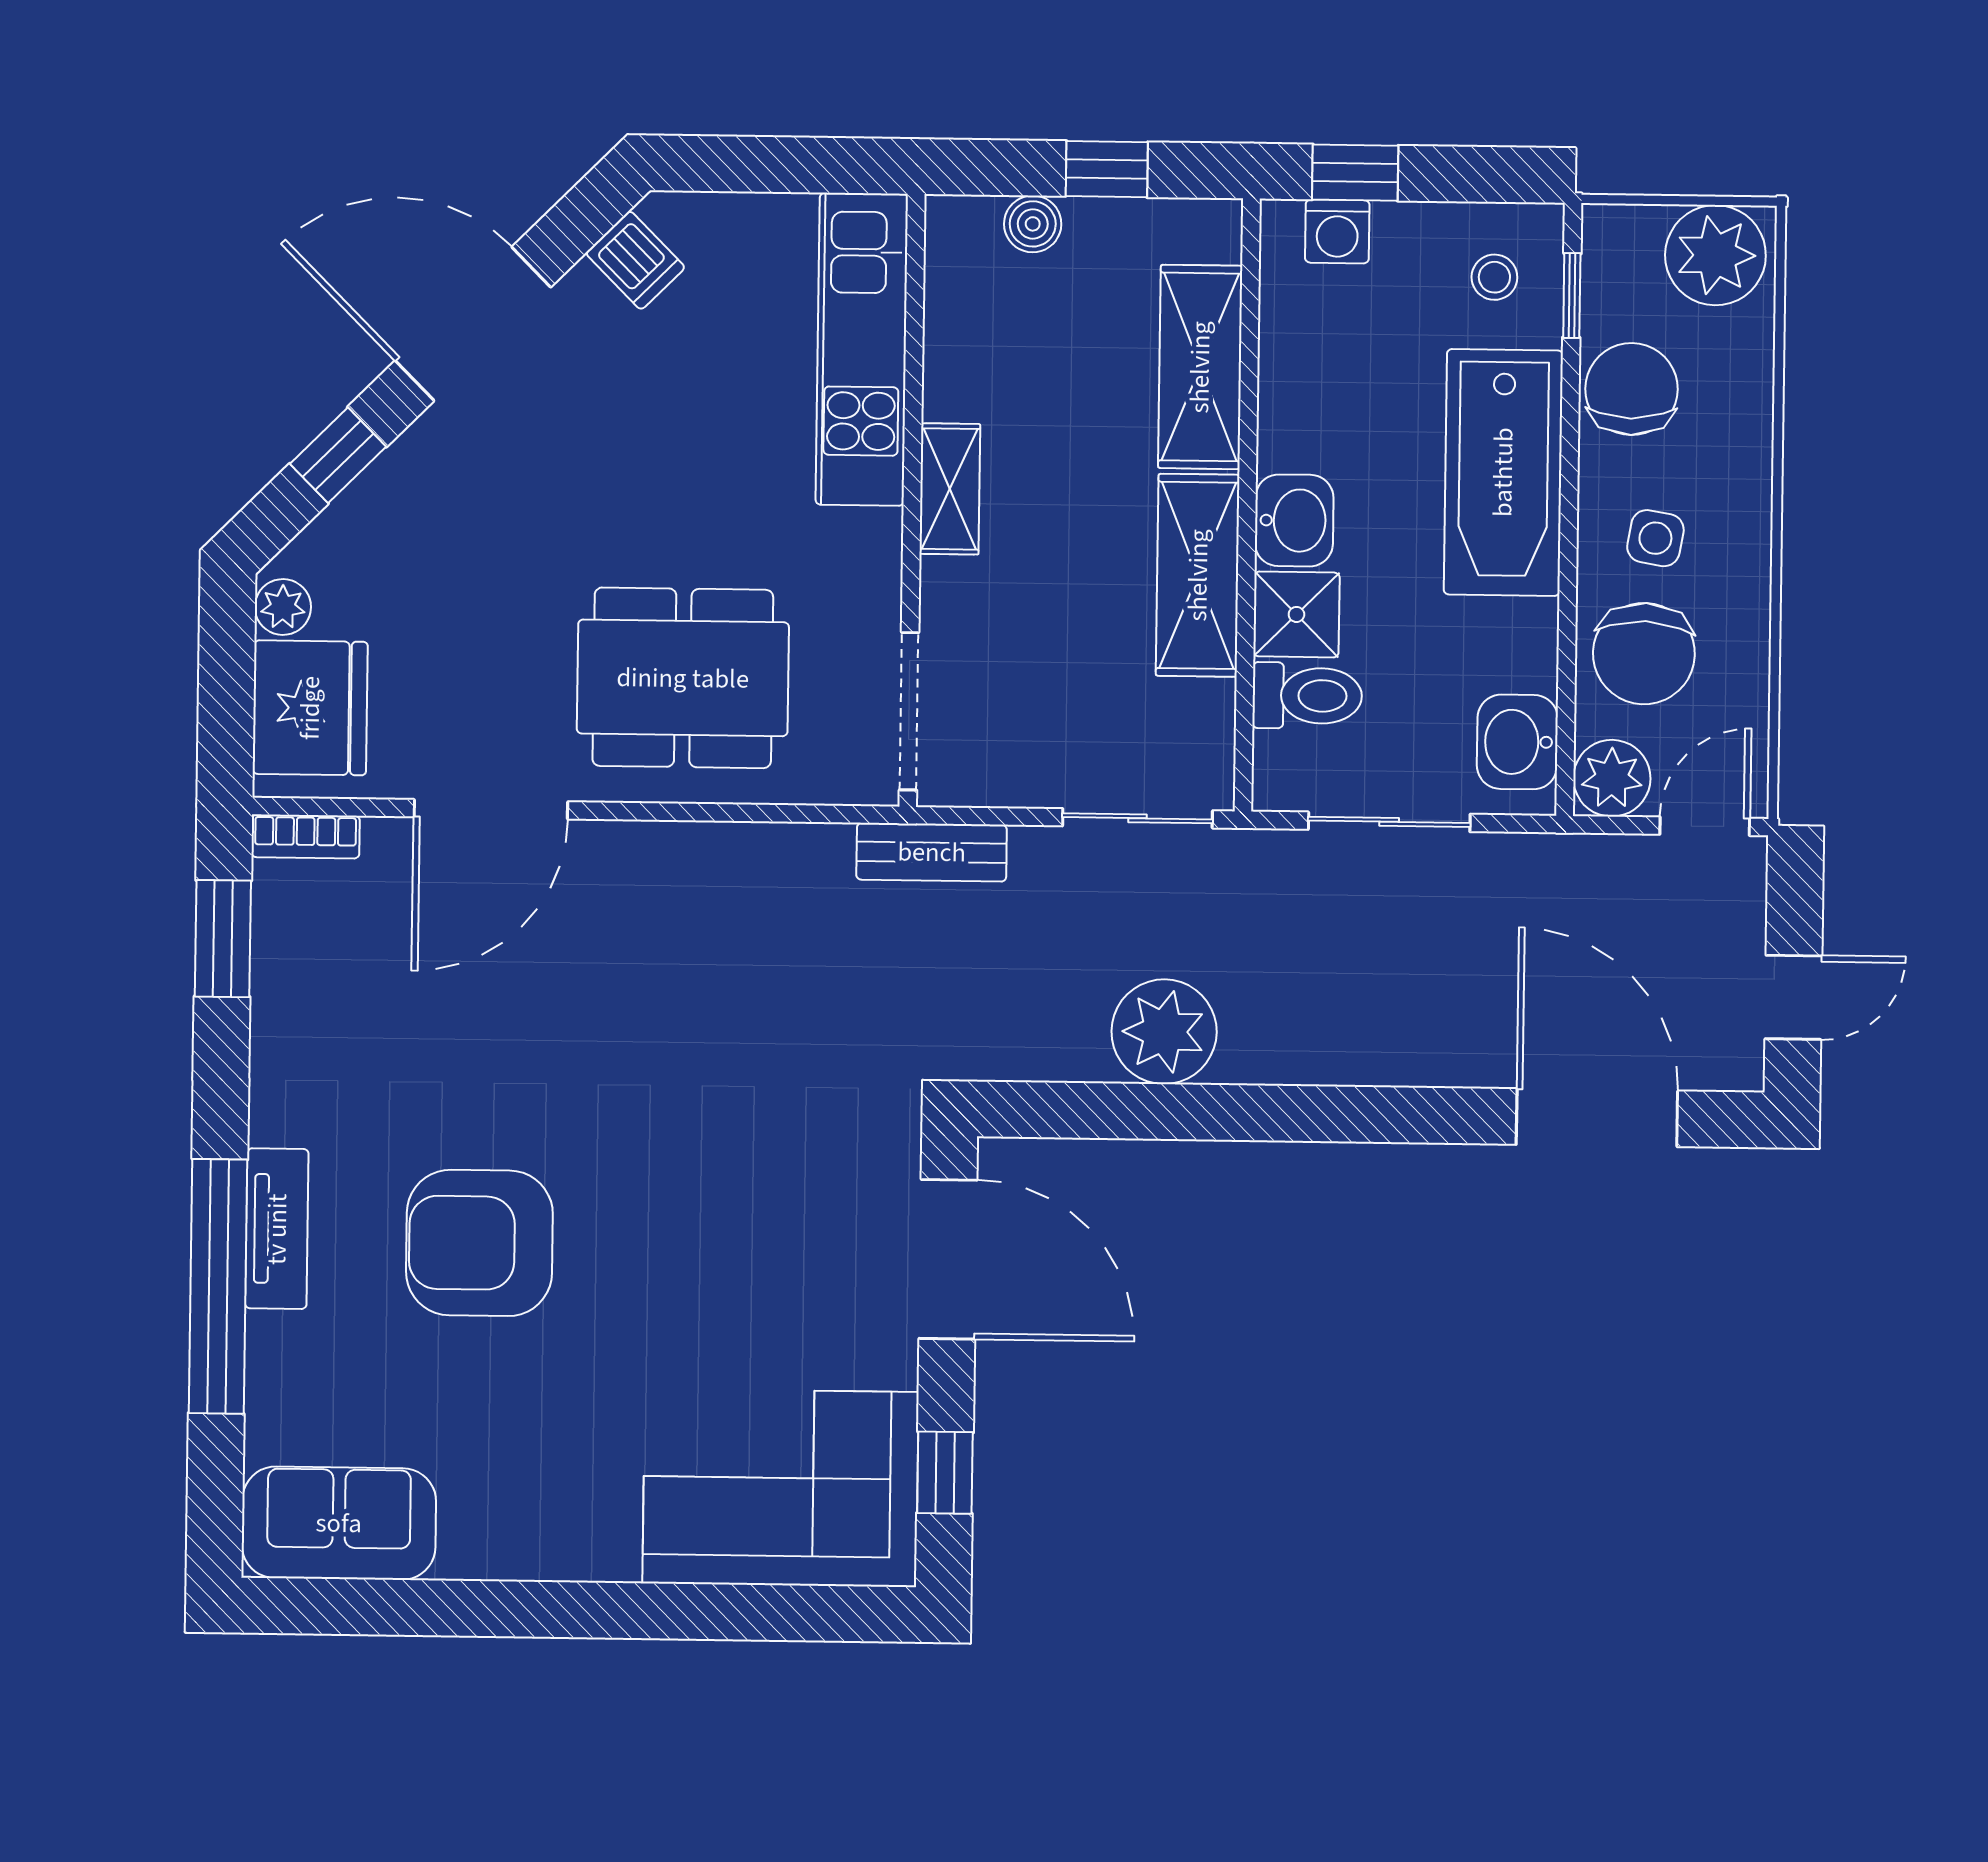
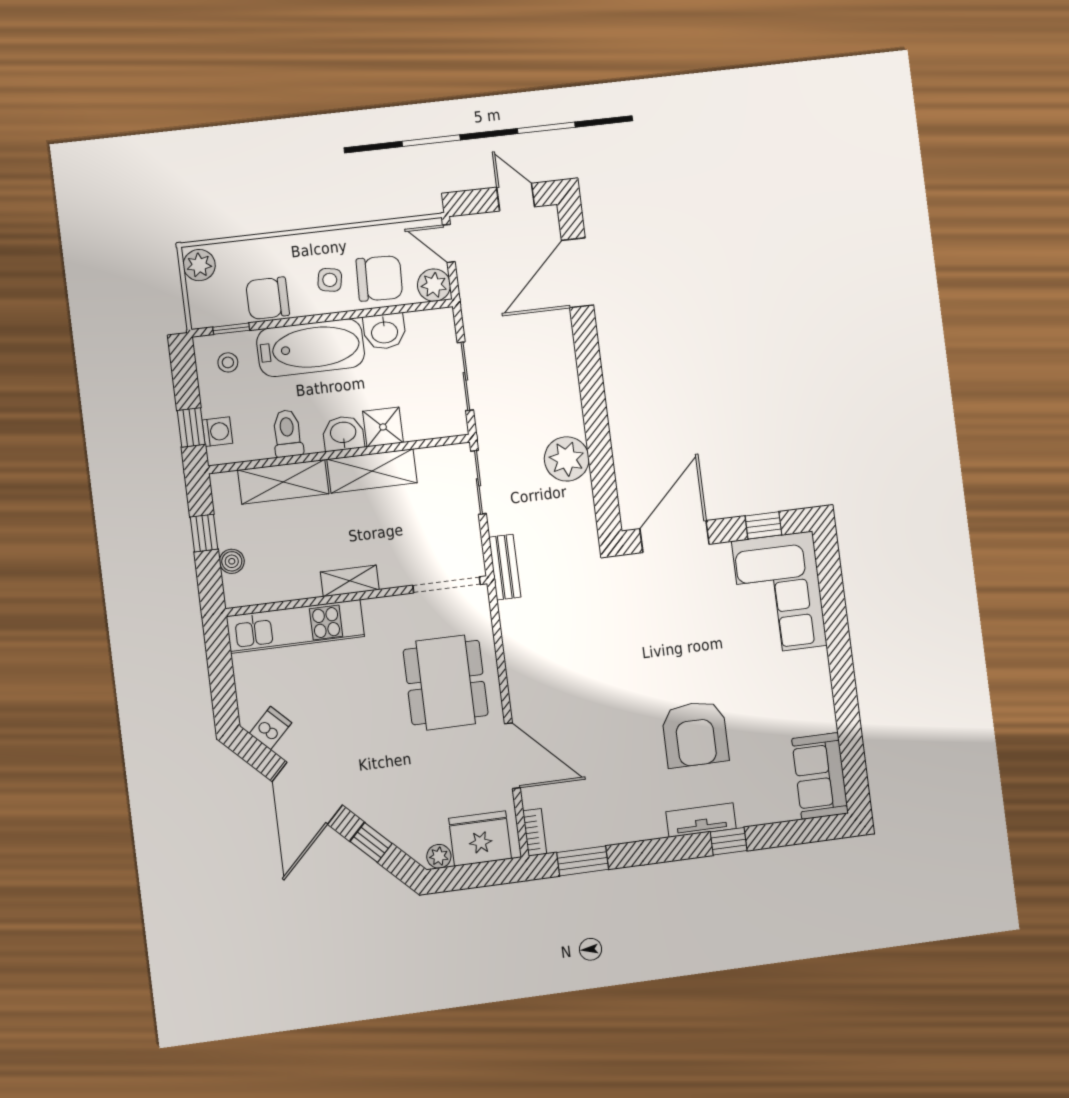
plant: (1715, 255) -> (199, 265), width x0.73, depth x0.73
toilet: (1307, 696) -> (287, 433), moved
washbasin: (1517, 742) -> (384, 331), moved
window: (218, 1286) -> (729, 841), width x0.32

